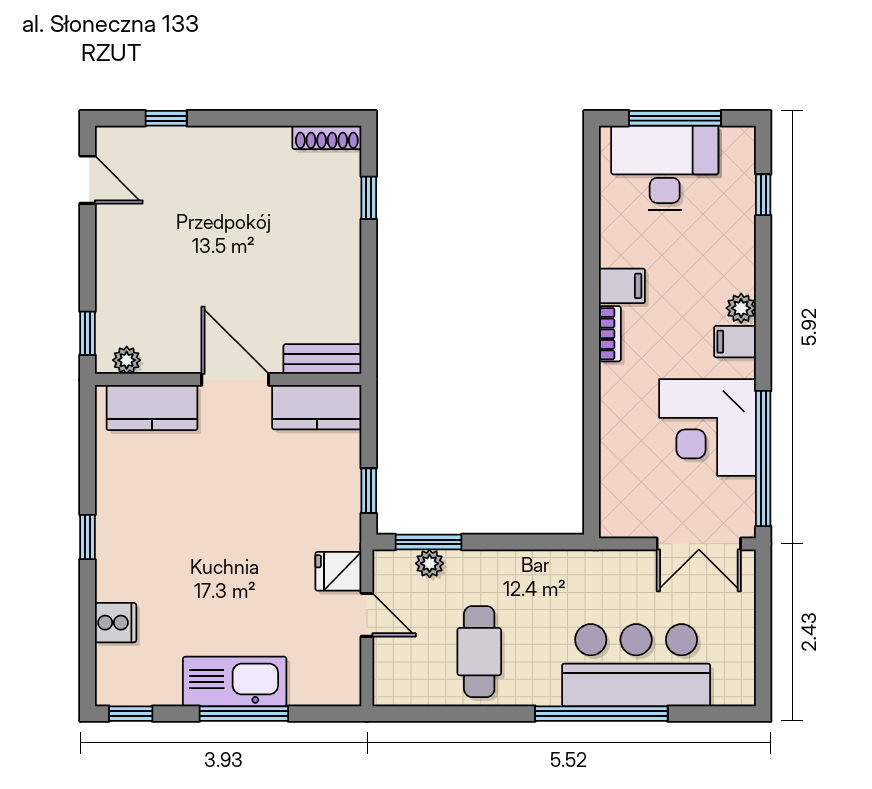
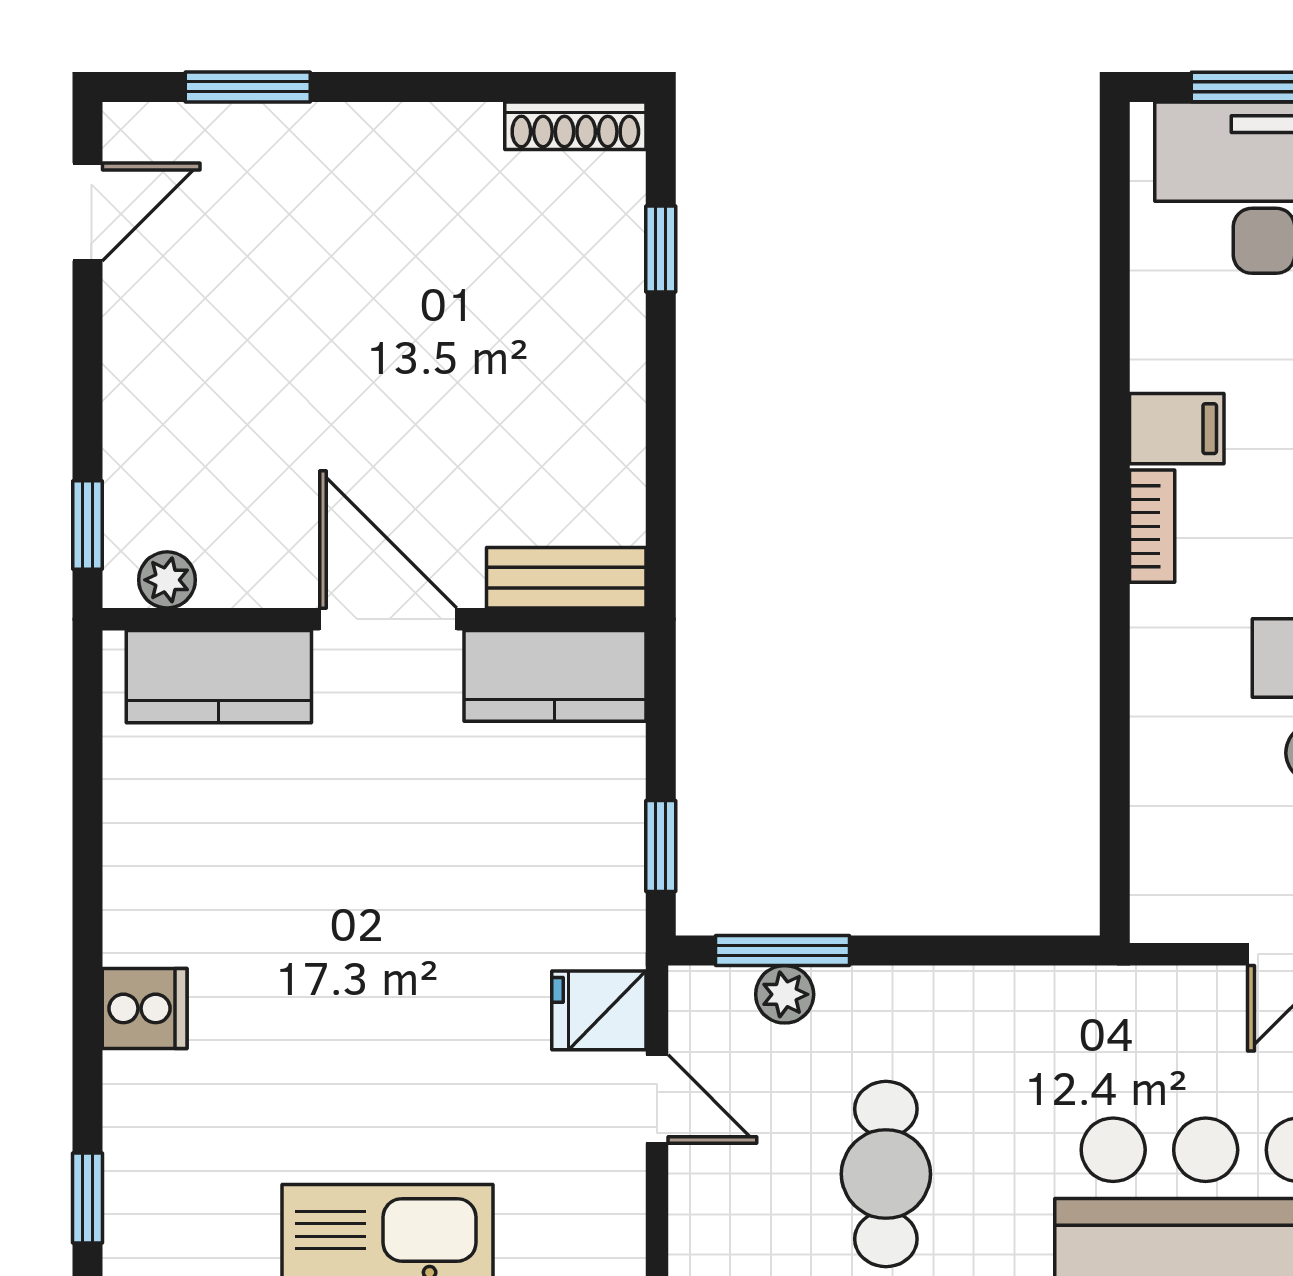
window: (166, 118) -> (248, 87), width x1.50
door: (87, 180) -> (87, 212), hinge flipped
window: (87, 537) -> (87, 1198), moved
cooker: (116, 623) -> (145, 1008), moved

